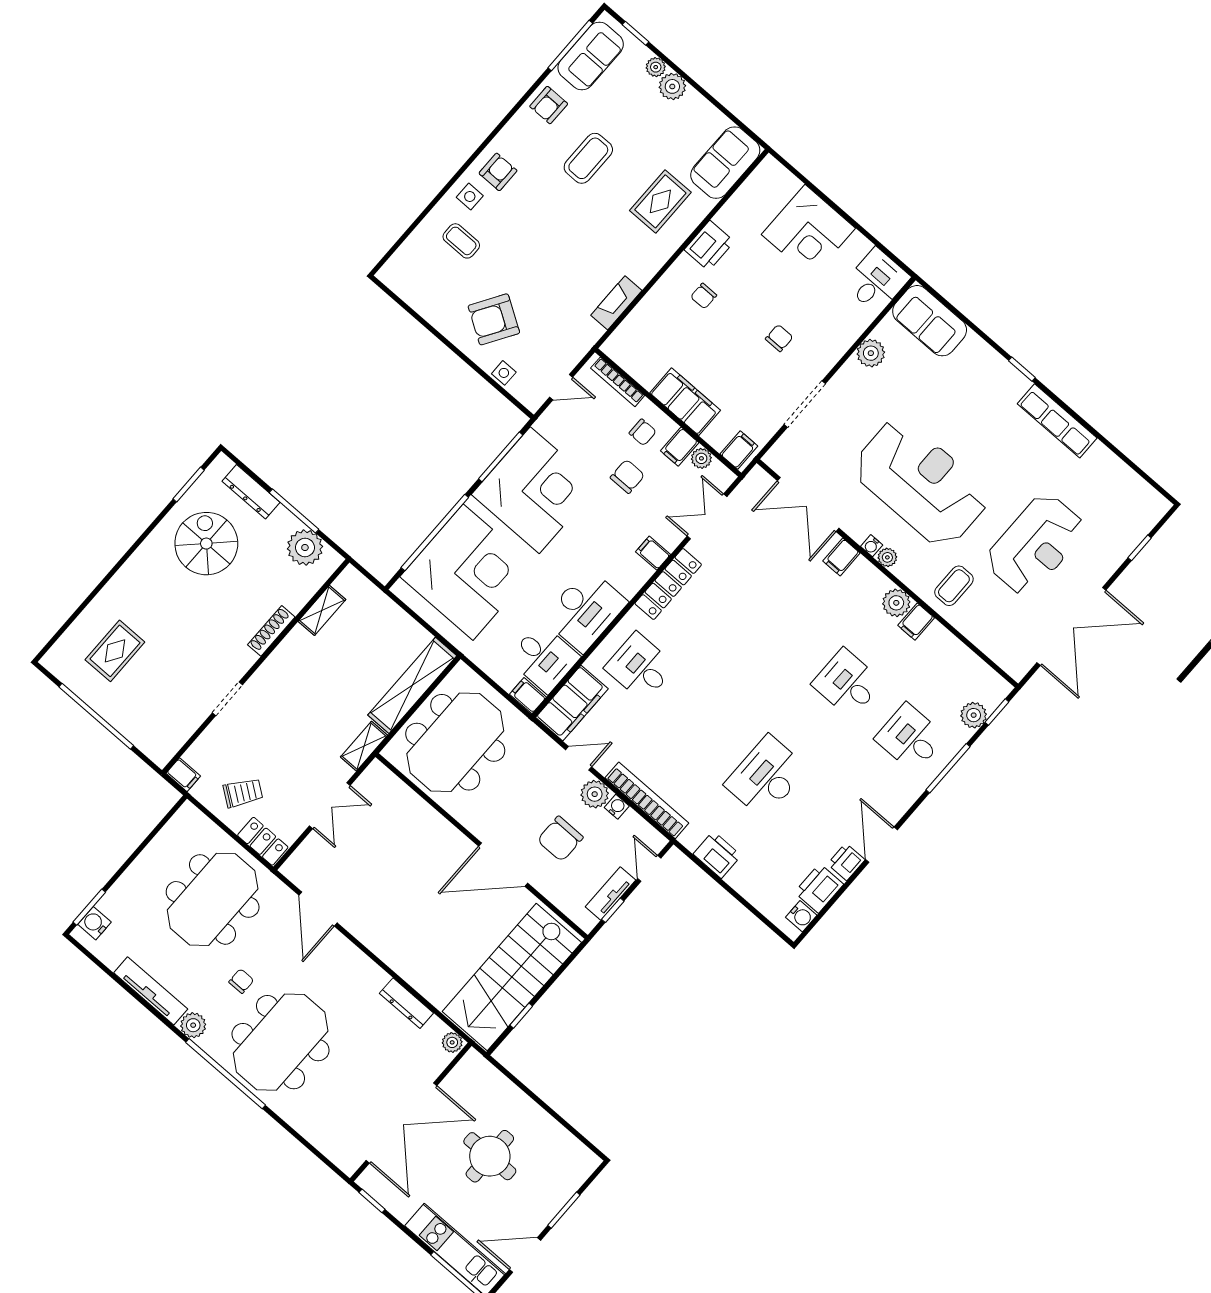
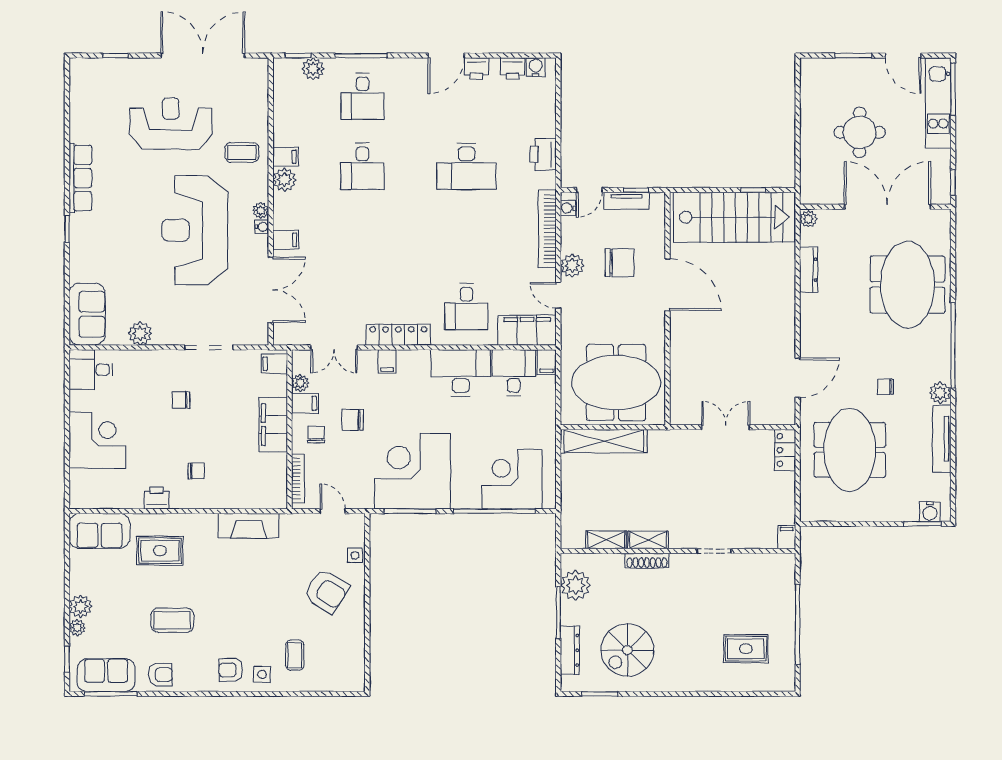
printer: (709, 246) -> (157, 498), width x0.73, depth x0.81
fireplace: (616, 303) -> (249, 526), width x1.37, depth x1.32
corner desk: (468, 572) -> (512, 479), width x0.74, depth x0.74
shelving: (364, 746) -> (648, 540), moved
trolley: (243, 793) -> (765, 489), removed
water cooler: (617, 807) -> (568, 208), moved
printer: (819, 888) -> (513, 69), width x0.73, depth x0.81
meeting table: (213, 899) -> (850, 450), turned 90
meeting table: (281, 1042) -> (907, 285), moved, turned 90

